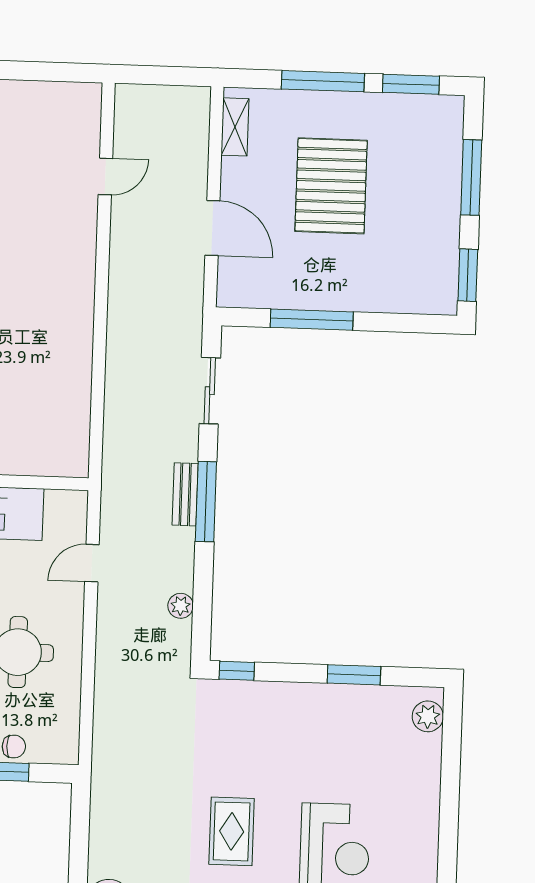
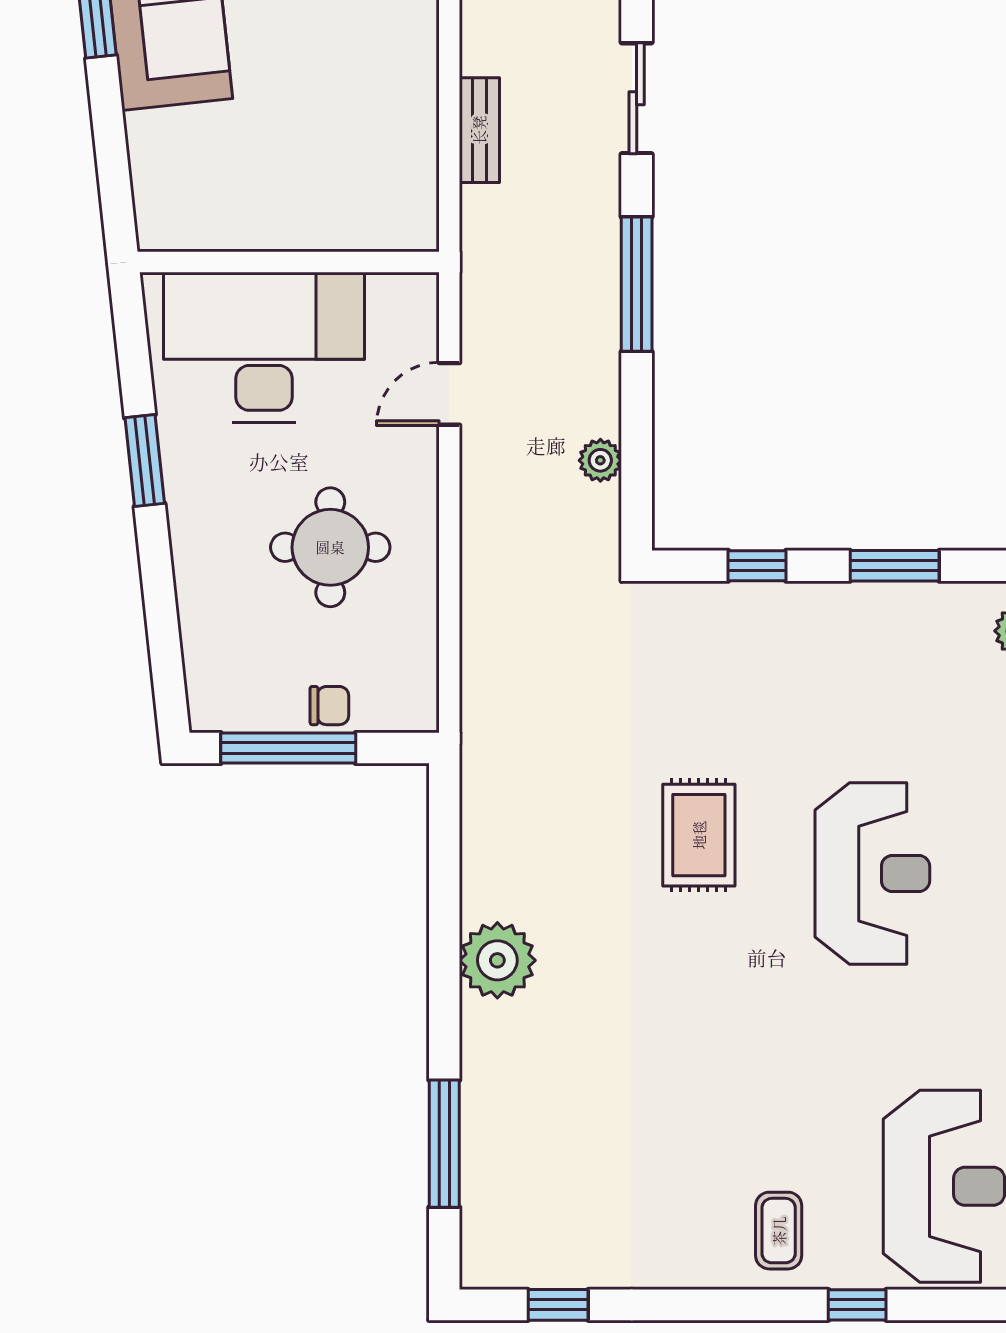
bench: (185, 494) -> (479, 130), moved
window: (237, 671) -> (757, 566), moved

